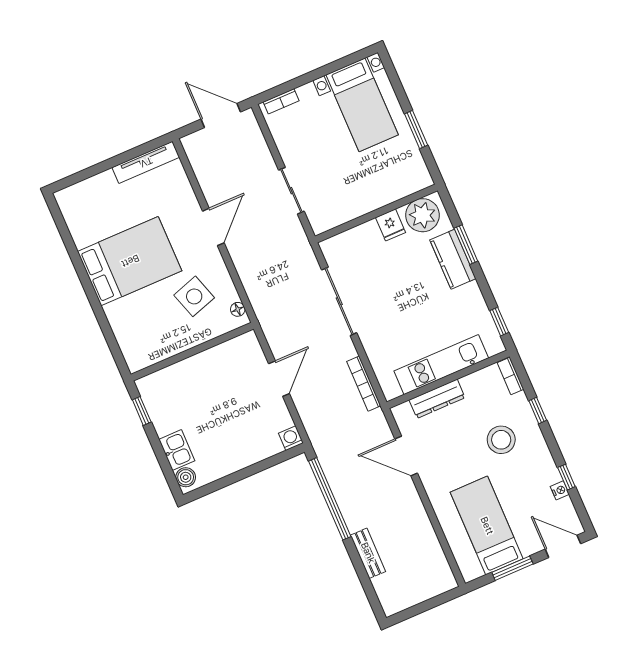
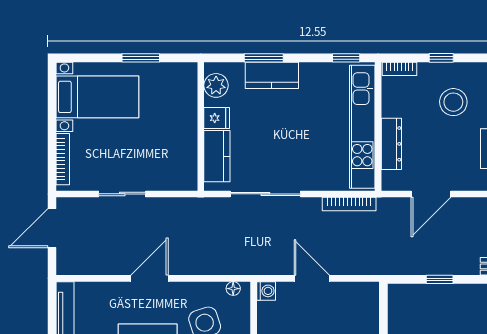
bookcase: (281, 101) -> (63, 159), width x1.56
sliding door: (291, 191) -> (122, 194), moved
plant: (422, 215) -> (216, 85), width x0.73, depth x0.73
door: (213, 227) -> (149, 278), hinge flipped
kitchen counter: (355, 241) -> (217, 156), added
kitchen unit: (441, 365) -> (362, 127), width x1.36
washing machine: (291, 438) -> (266, 291), moved, turned 180
window: (330, 499) -> (440, 279), width x0.32

